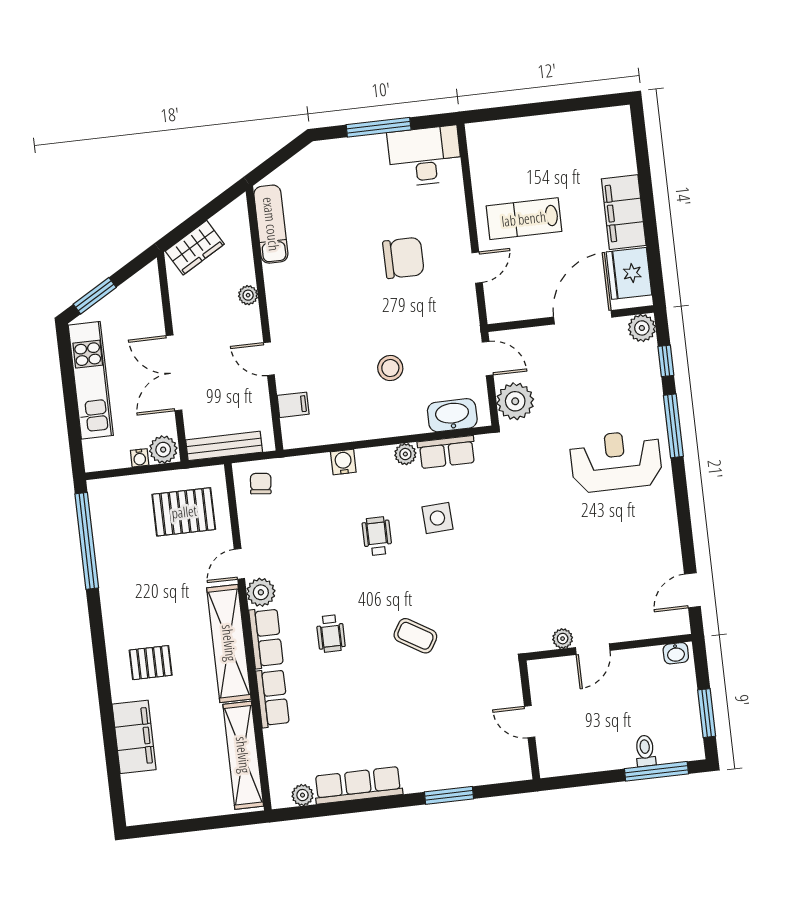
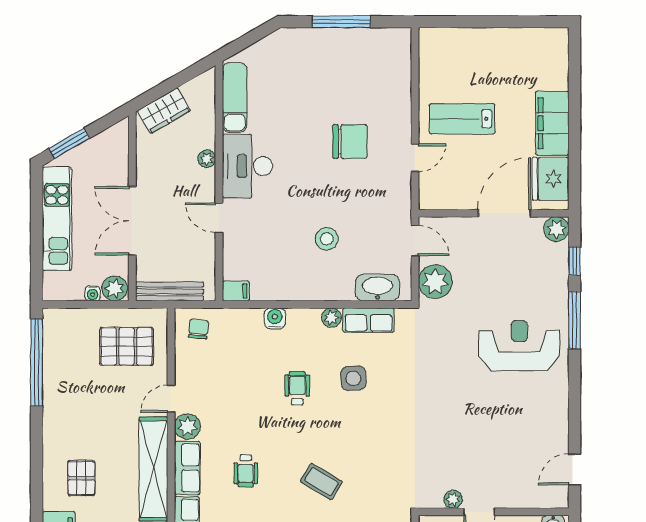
desk: (425, 156) -> (247, 166), moved, turned -90
filing cabinet: (293, 405) -> (236, 291), moved
pallet: (151, 663) -> (81, 478), turned 90

